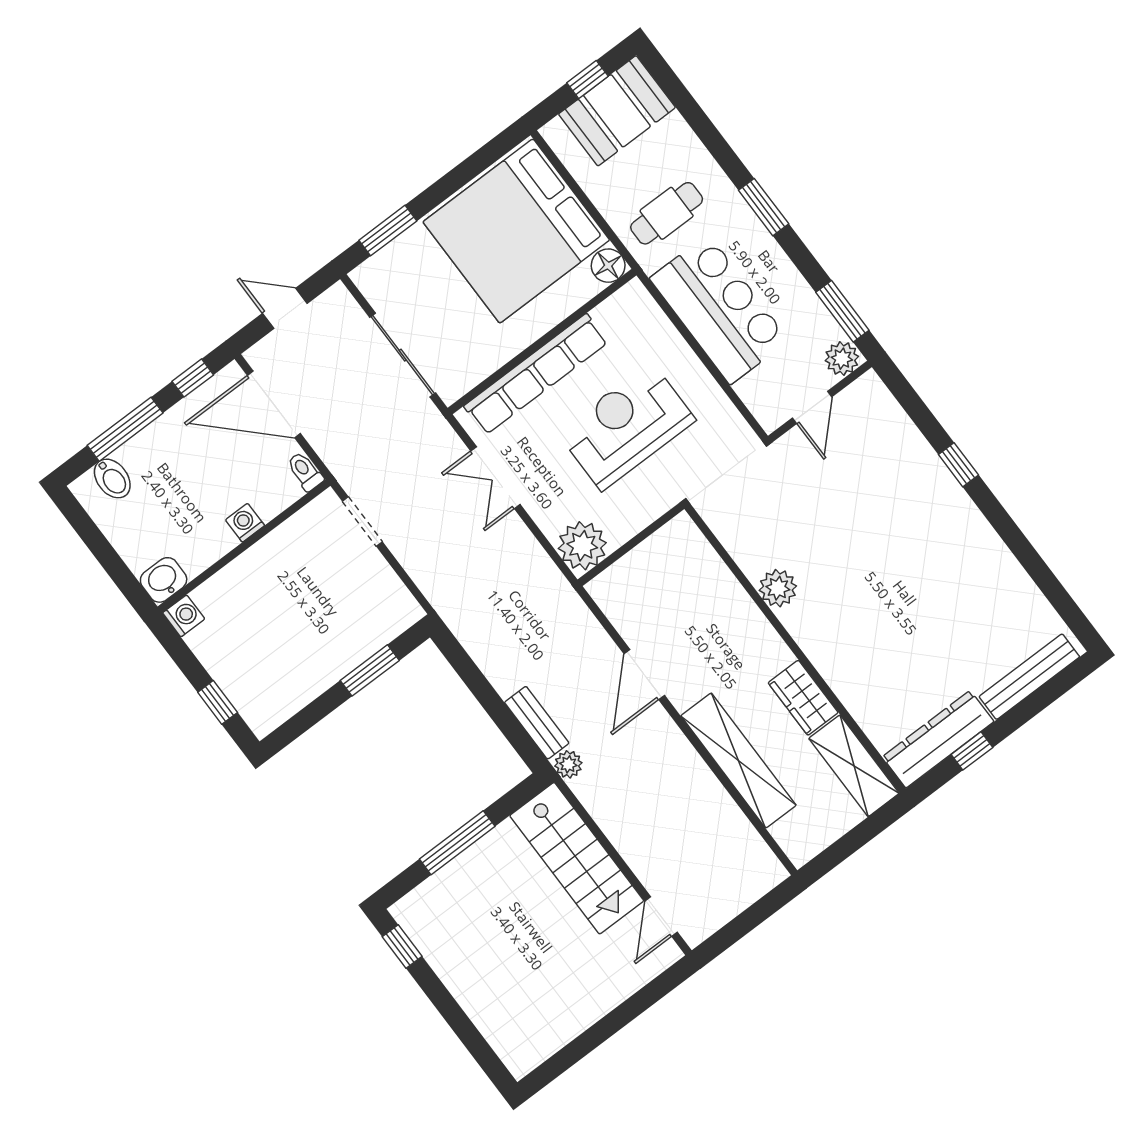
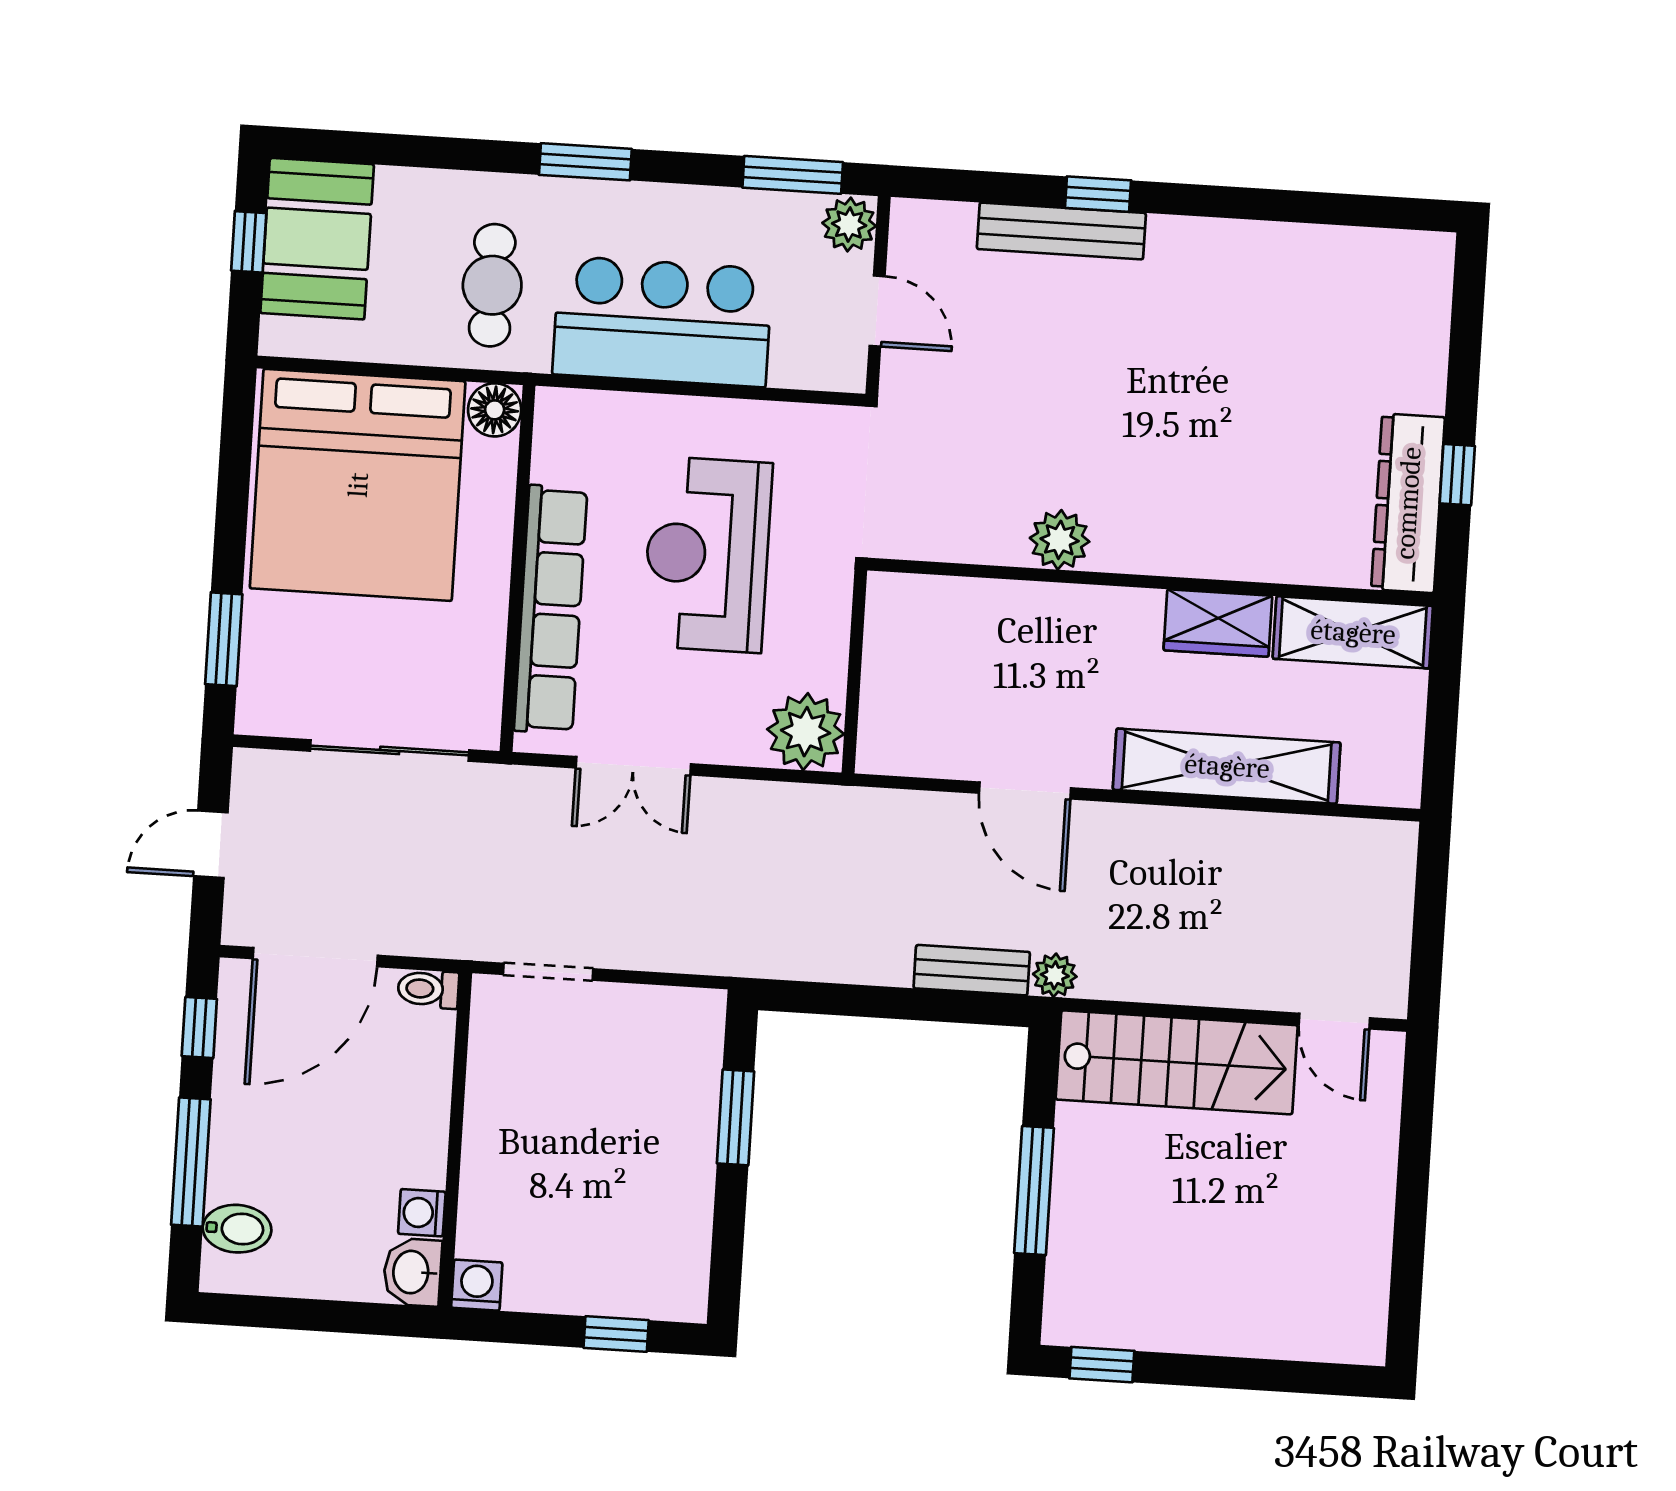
washing machine: (245, 523) -> (422, 1213), moved
bench: (1029, 677) -> (1061, 231), moved, turned 90

